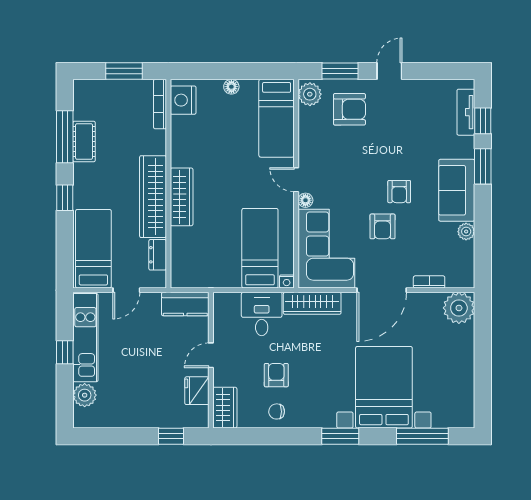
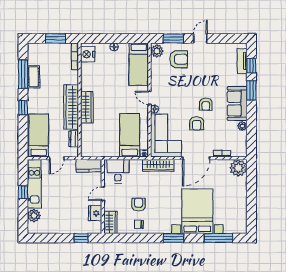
desk: (262, 314) -> (118, 171), moved

